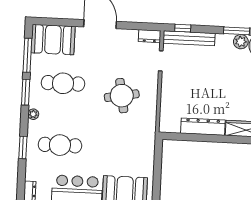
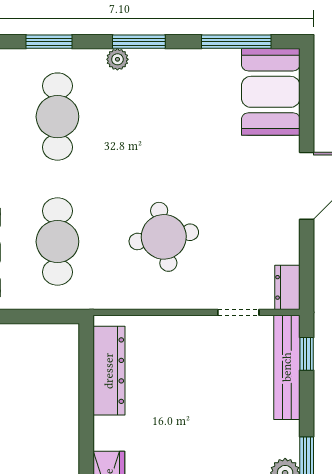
cafe table: (63, 83) -> (57, 242), moved
window: (26, 92) -> (139, 42), moved
dresser: (203, 127) -> (109, 371), moved

